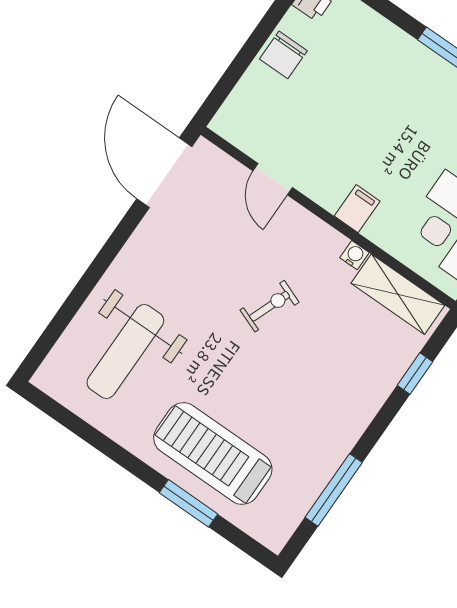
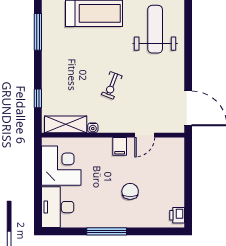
chair: (283, 55) -> (130, 191), moved
door: (273, 179) -> (145, 135), swing flipped
filing cabinet: (357, 209) -> (120, 146), moved

